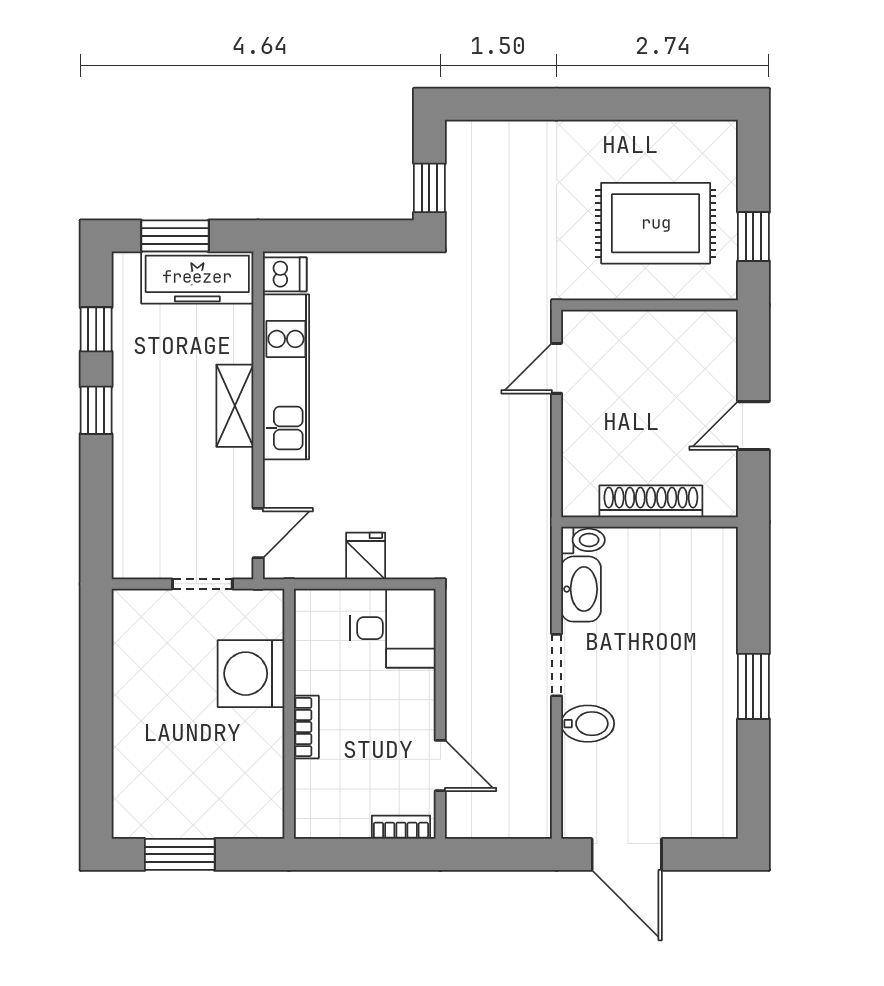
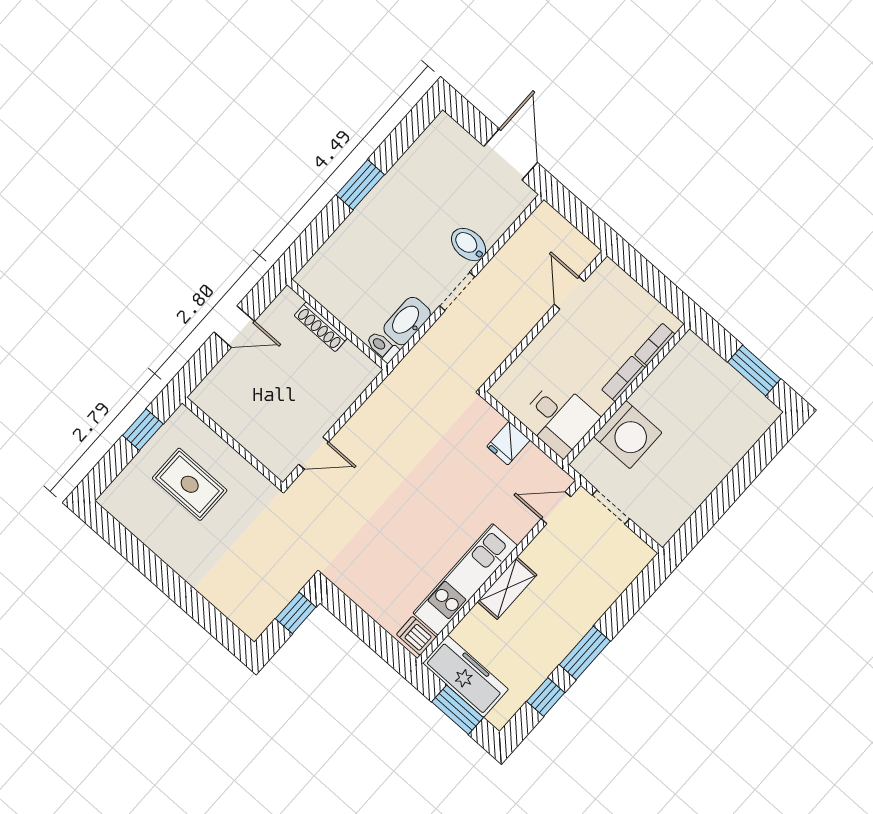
rug: (656, 223) -> (190, 484), width x0.73, depth x0.70
window: (96, 410) -> (585, 653), width x1.50
shoe rack: (651, 501) -> (321, 327), width x0.74, depth x0.81
desk: (393, 628) -> (559, 418), moved, turned 180
bookcase: (401, 827) -> (655, 344), moved, turned 90

